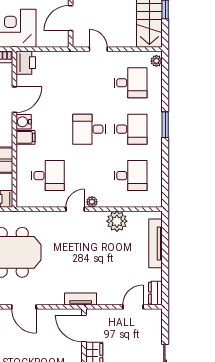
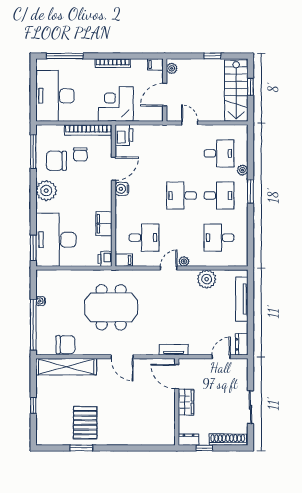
plant: (156, 61) -> (243, 170), moved
filing cabinet: (26, 137) -> (124, 260), moved
desk: (130, 176) -> (219, 238), turned 180

